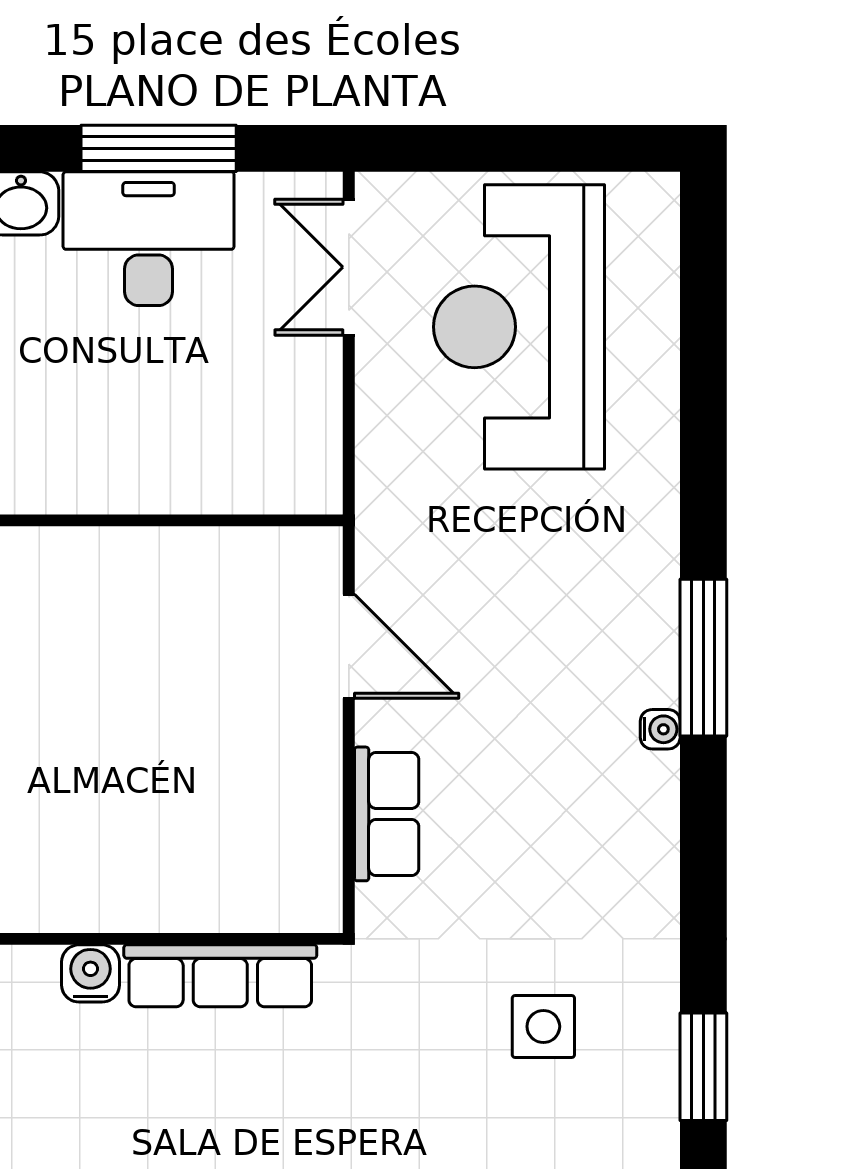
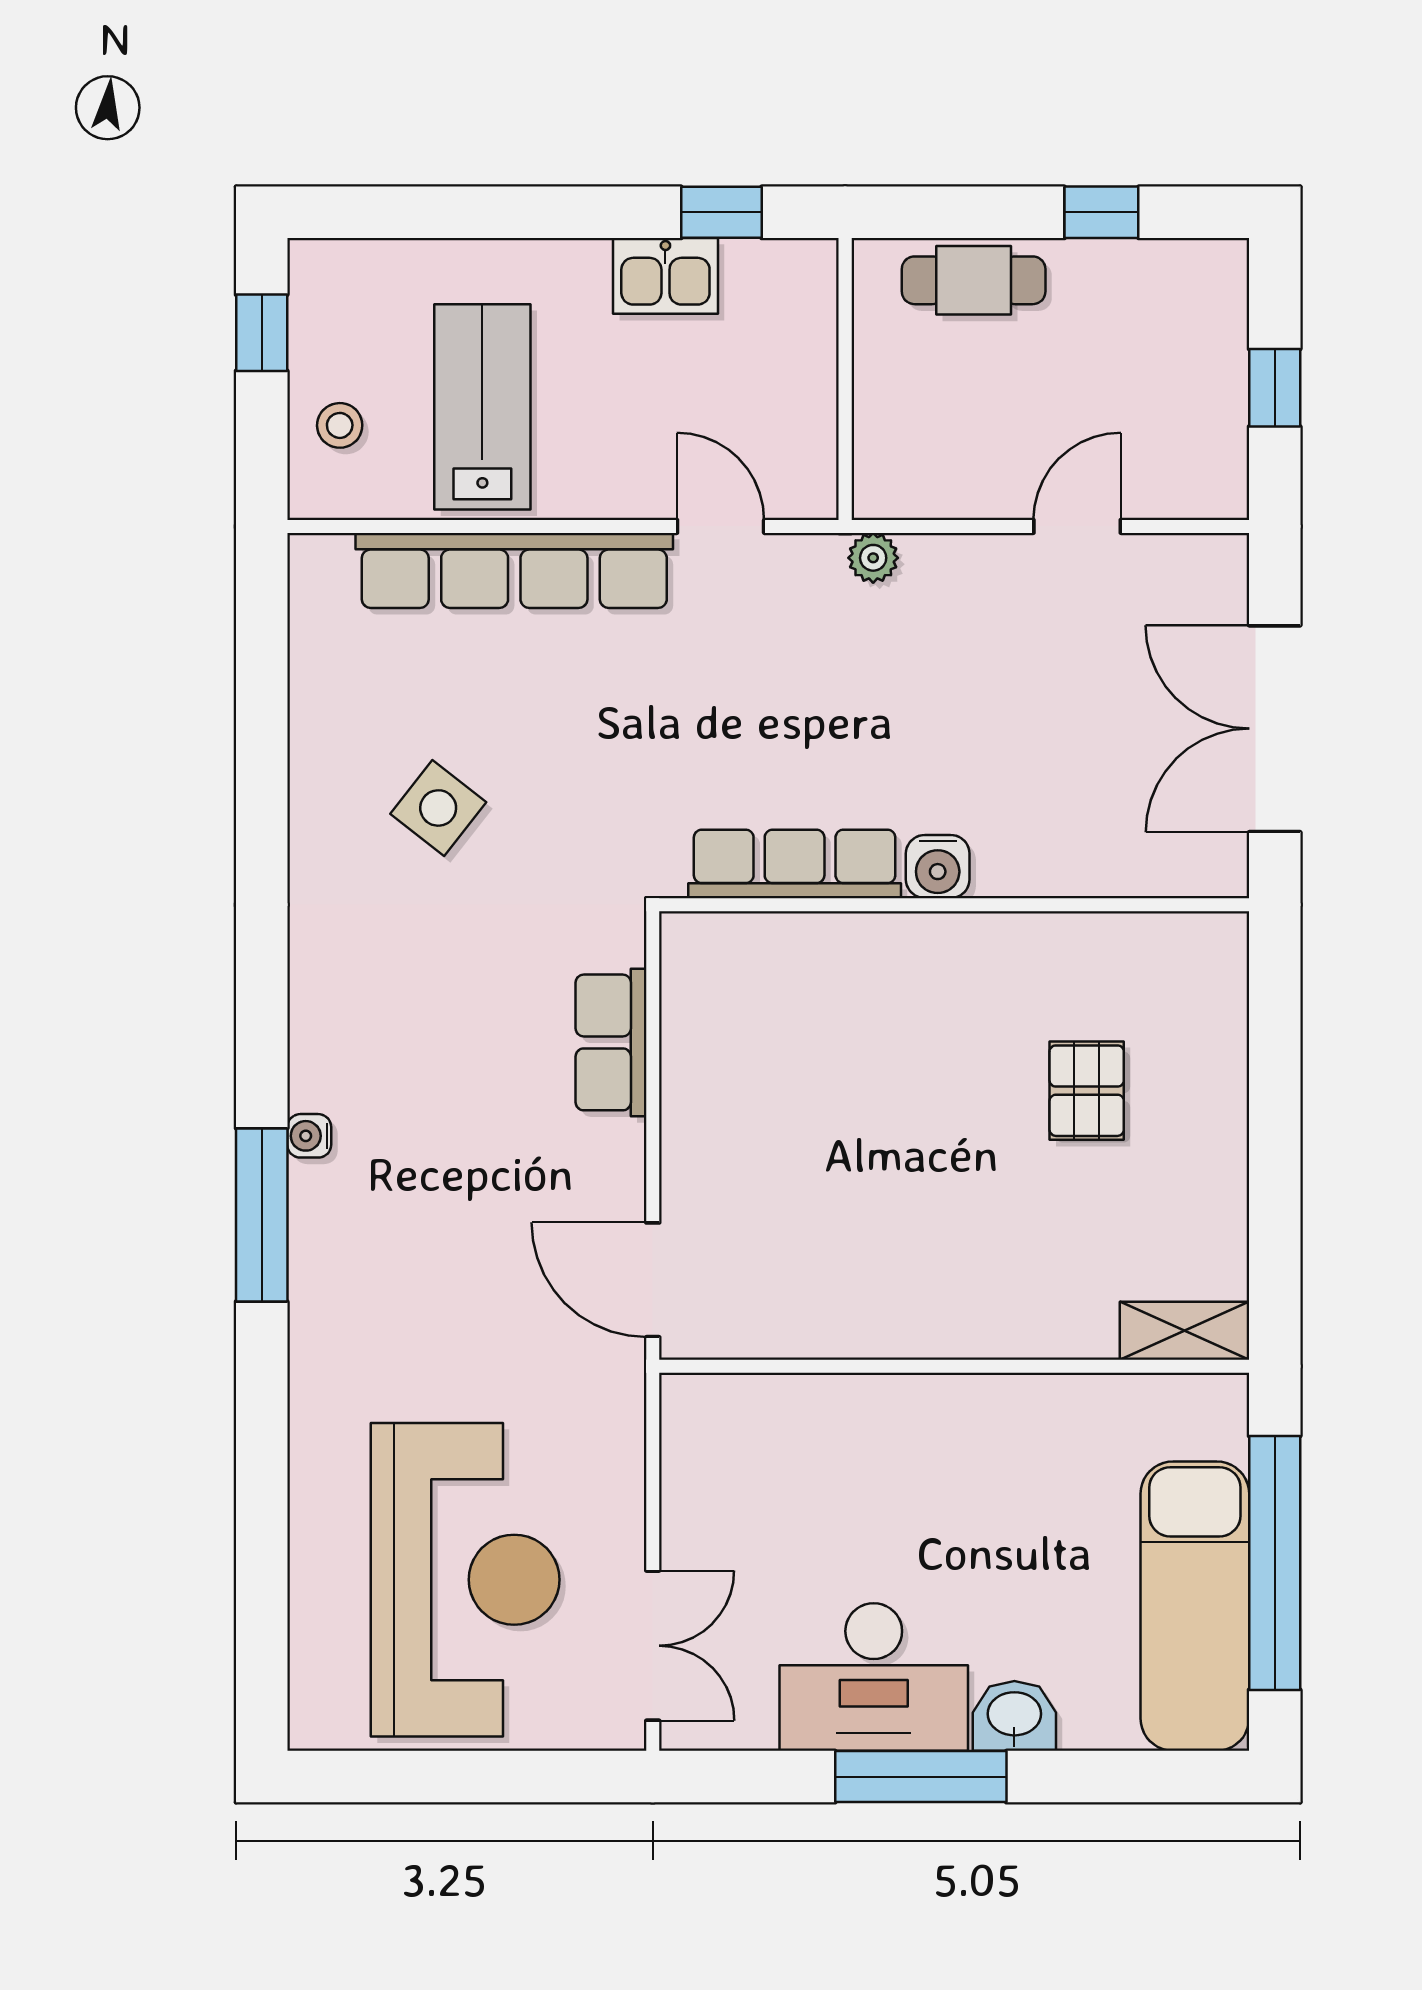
window: (159, 148) -> (921, 1777), moved
door: (349, 646) -> (653, 1280), moved
side table: (543, 1026) -> (438, 808), turned 38
window: (703, 1067) -> (262, 764), removed

